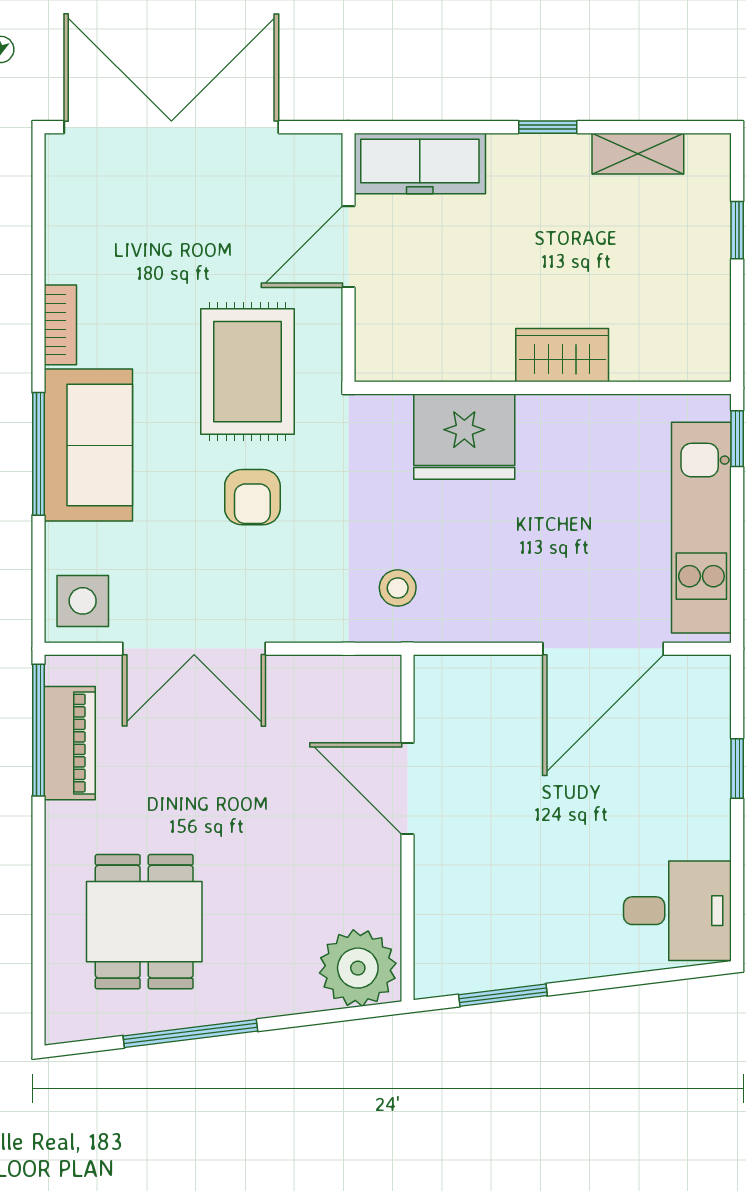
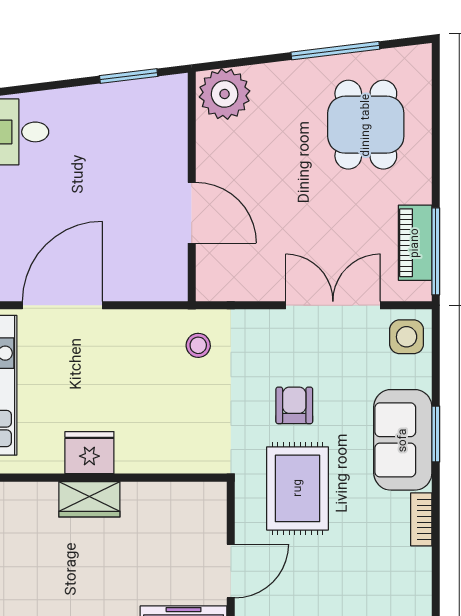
fridge: (464, 437) -> (89, 453), moved, width x0.73, depth x0.75
window: (38, 454) -> (436, 434), width x0.69

